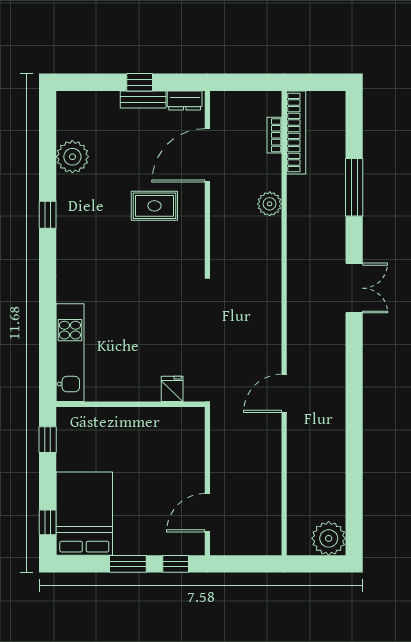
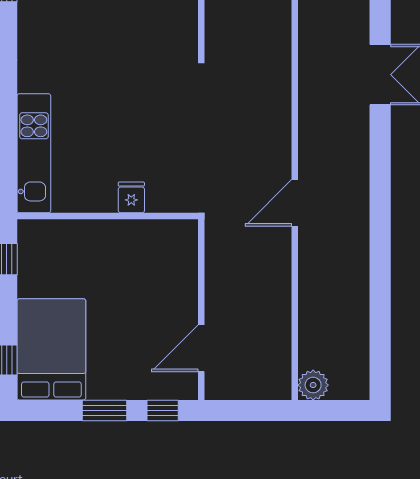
fridge: (172, 389) -> (131, 197), moved
plant: (329, 538) -> (313, 385), moved, width x0.73, depth x0.73

